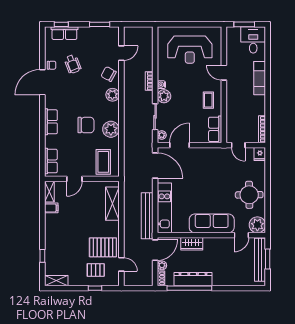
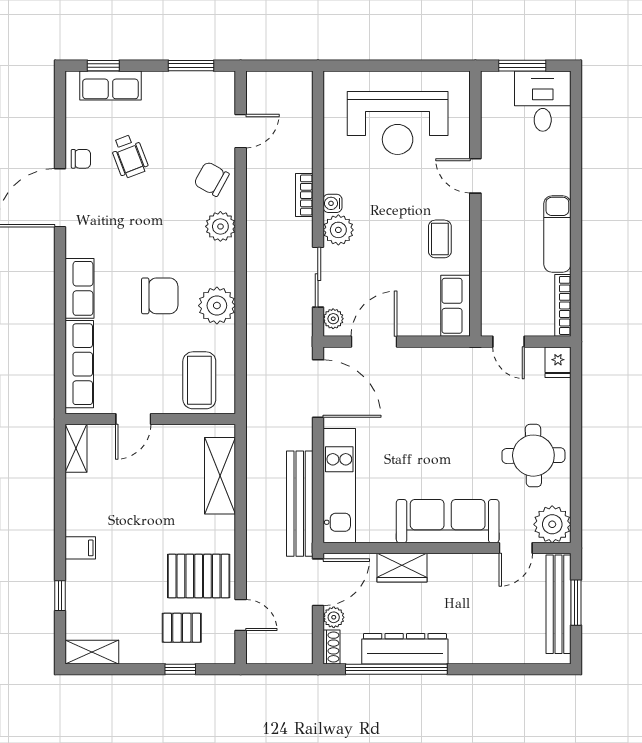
exam couch: (260, 78) -> (557, 234), moved
row of seats: (51, 161) -> (79, 364), width x1.48
filing cabinet: (51, 208) -> (80, 548), moved

